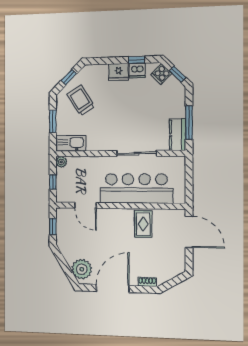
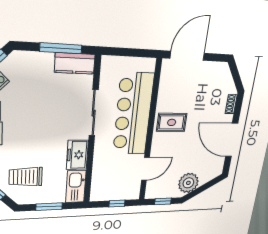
trolley: (81, 100) -> (26, 177), turned 33
freezer: (100, 142) -> (77, 155), added
plant: (61, 162) -> (96, 196), removed
rug: (143, 224) -> (172, 122), moved
plant: (82, 269) -> (188, 183), moved

